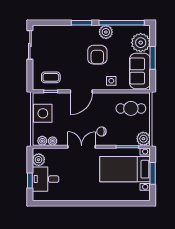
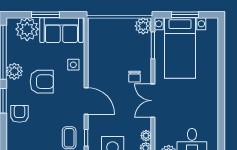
armchair: (71, 36) -> (19, 114), added
cafe table: (131, 108) -> (107, 41), removed

